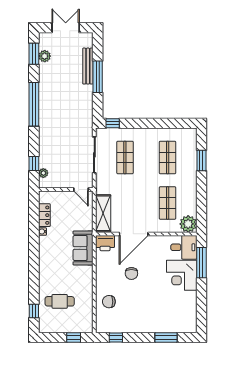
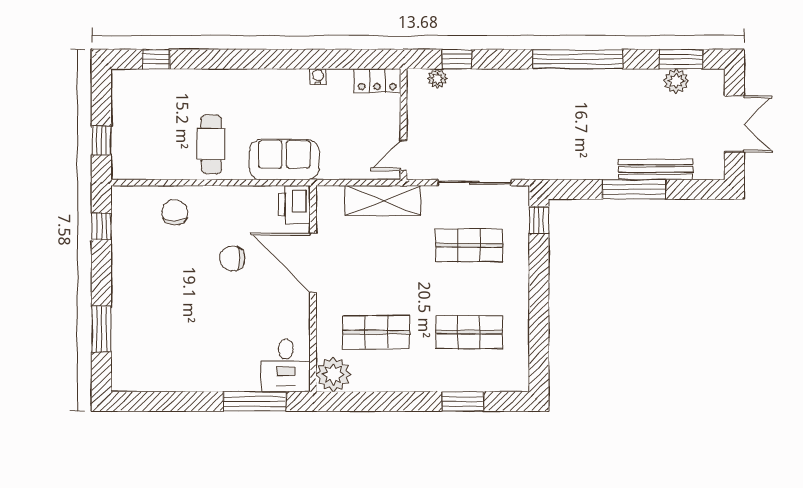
shelving: (103, 213) -> (383, 201), moved
locker: (44, 215) -> (377, 81), moved
corner desk: (182, 275) -> (228, 361), removed
cafe table: (60, 301) -> (211, 144), moved

